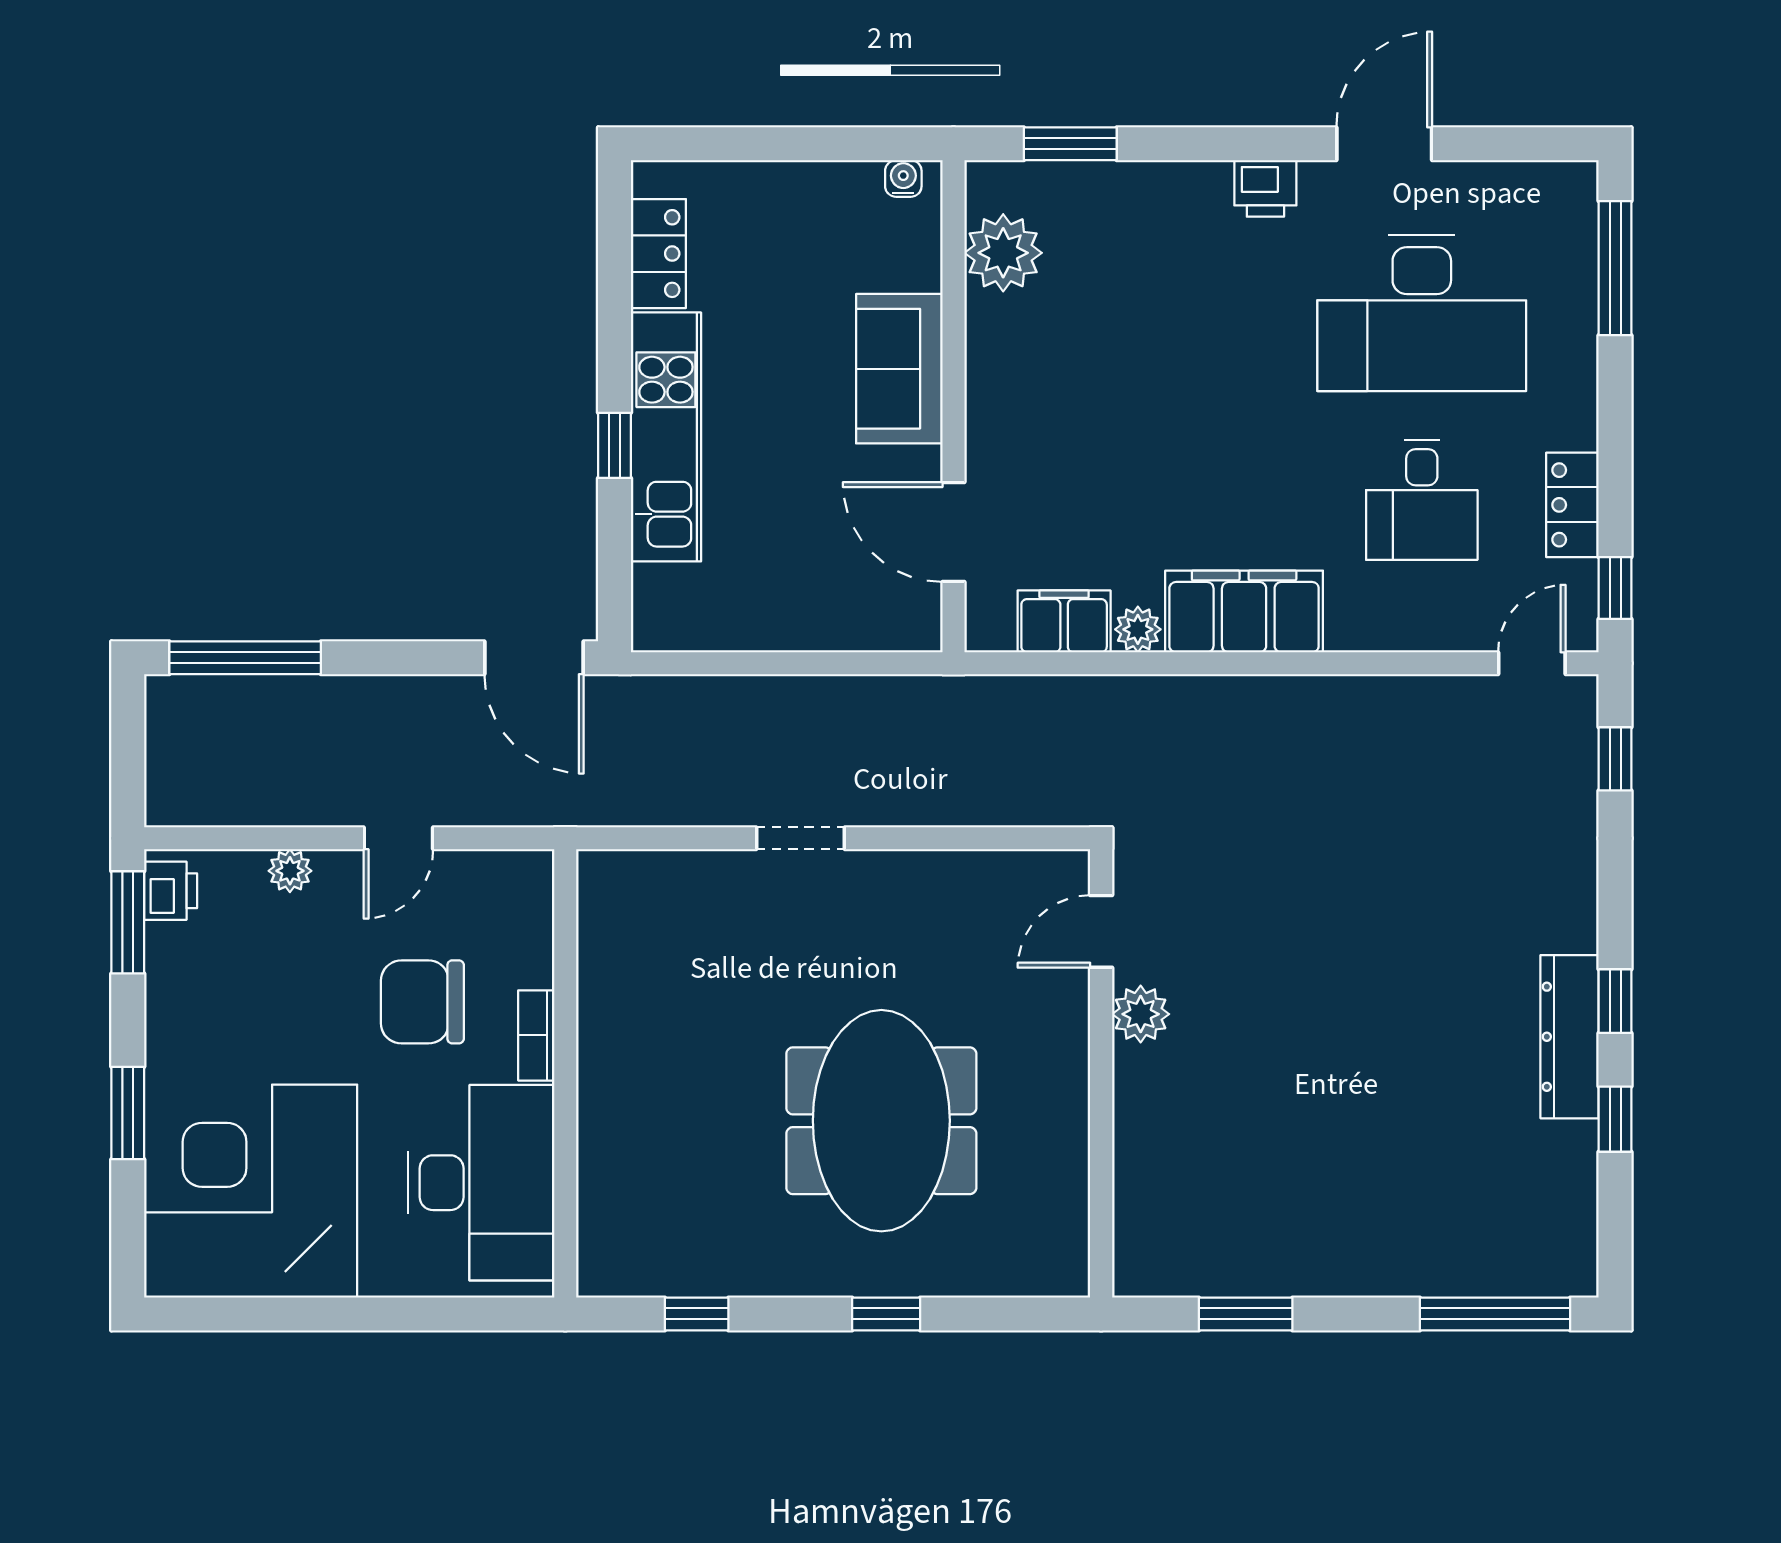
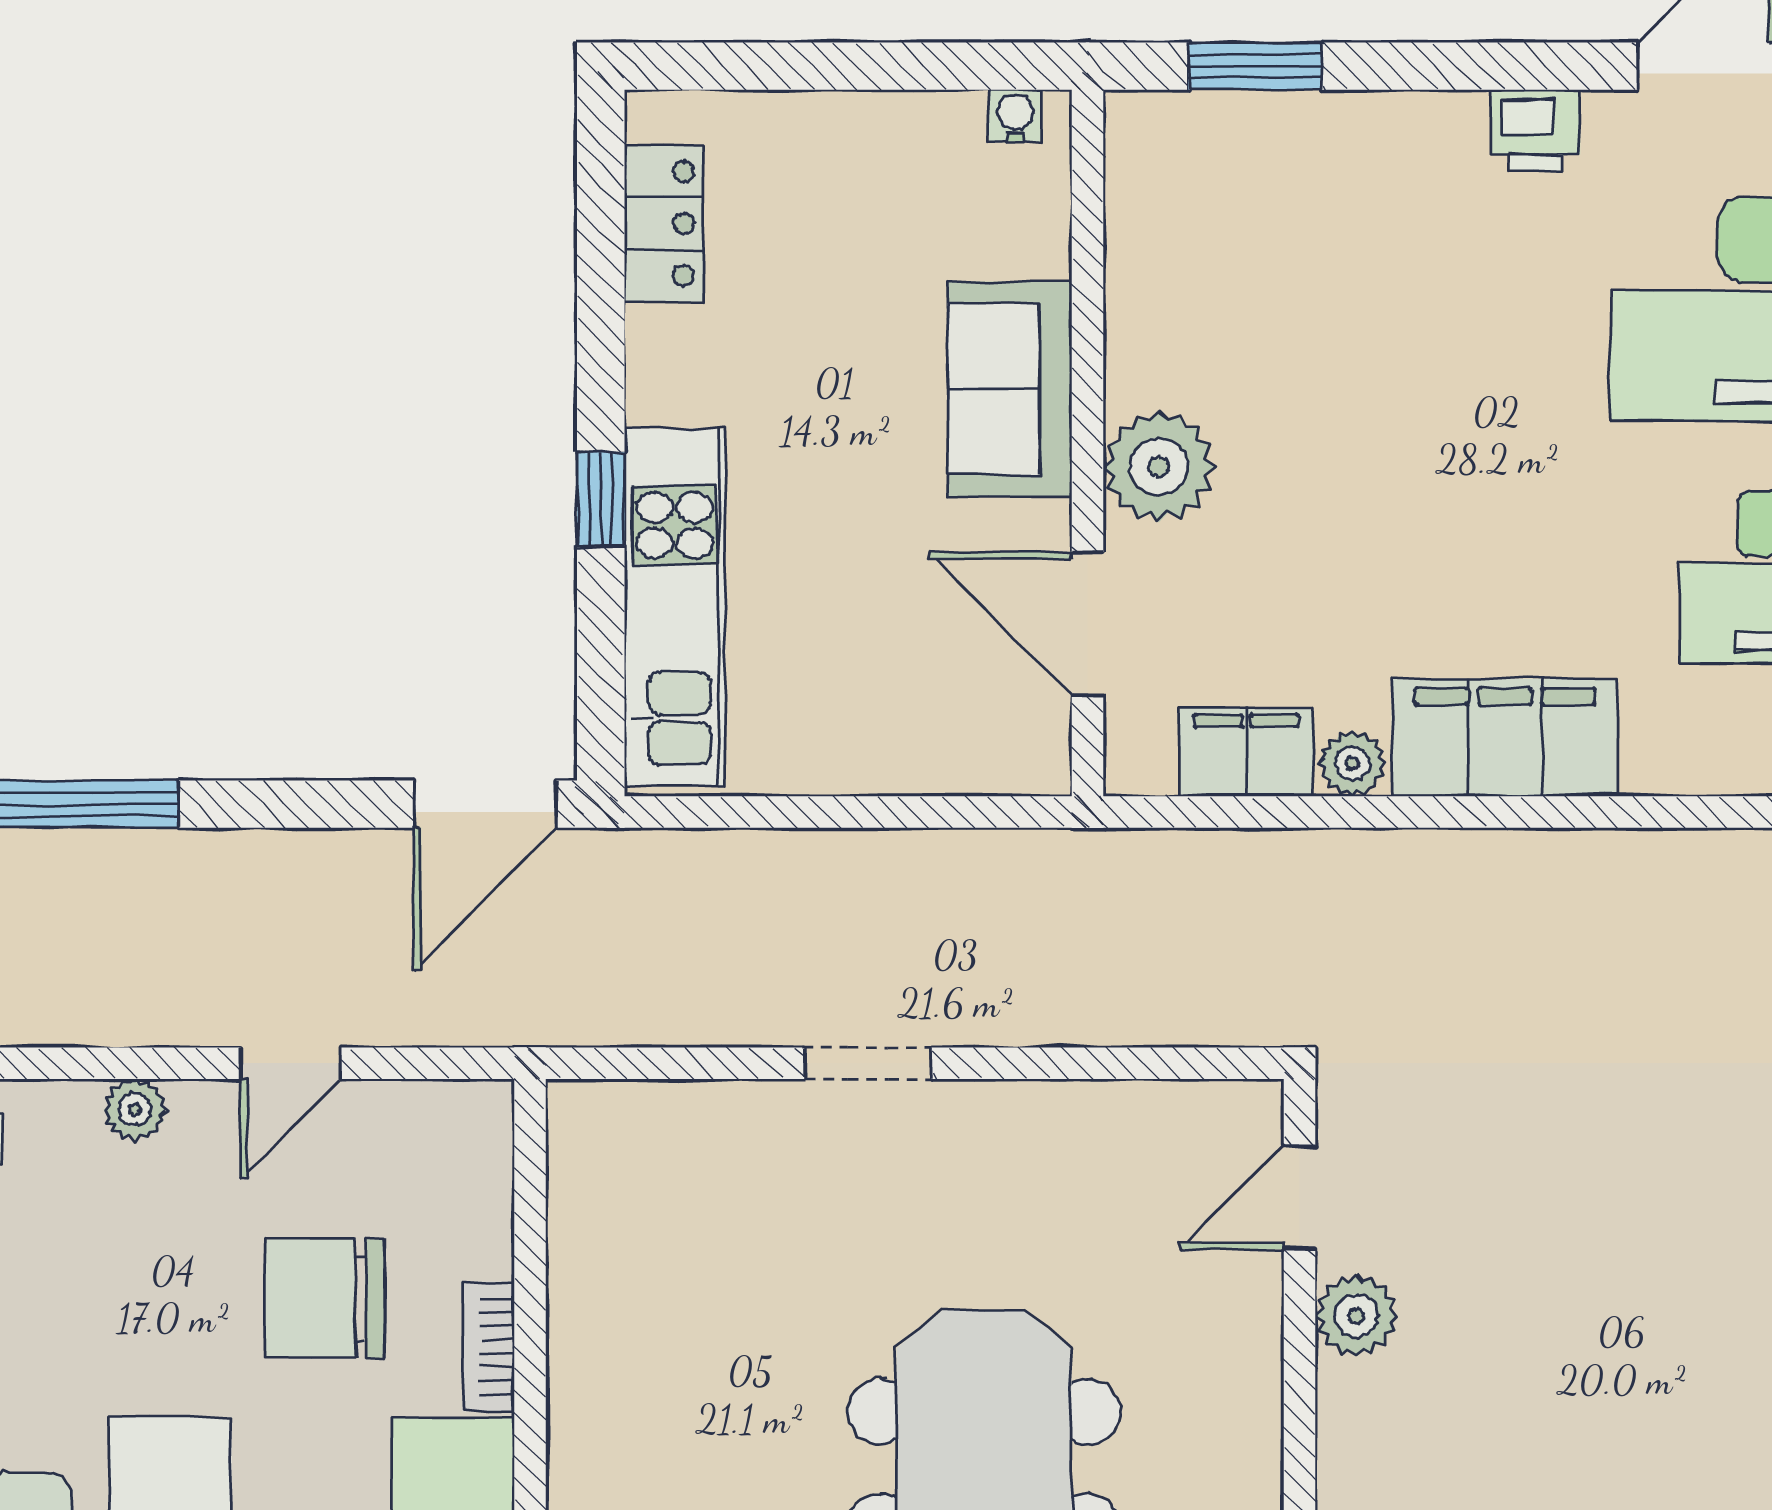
plant: (1003, 253) -> (1159, 467), moved
kitchen unit: (666, 437) -> (675, 607), moved
door: (534, 658) -> (485, 804), hinge flipped

